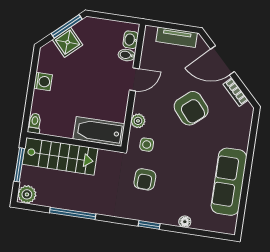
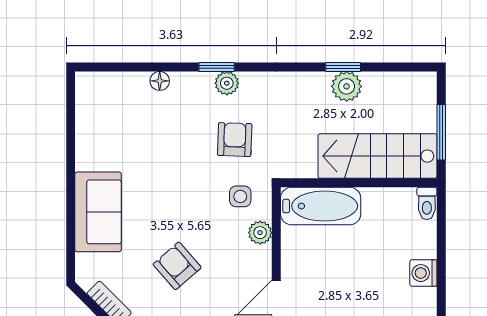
armchair: (191, 108) -> (177, 266), width x0.72, depth x0.72
sofa: (229, 182) -> (98, 212), moved, width x0.73
plant: (27, 194) -> (347, 86), moved
window: (73, 213) -> (343, 67), width x0.46
plant: (144, 214) -> (227, 83), added

